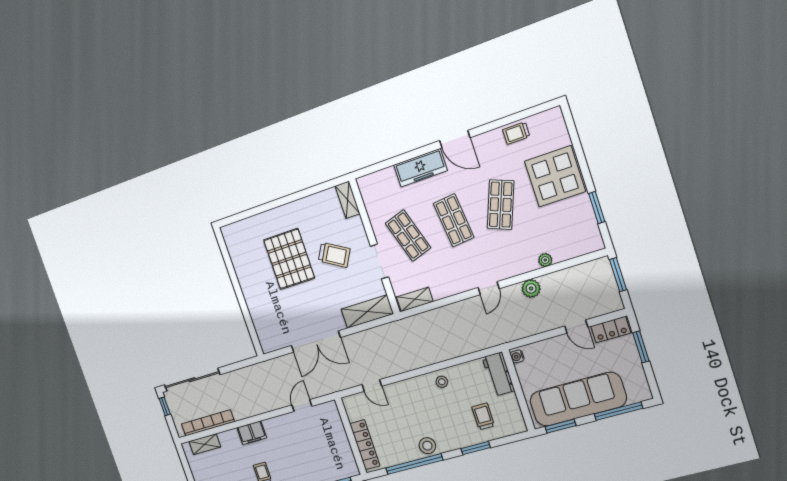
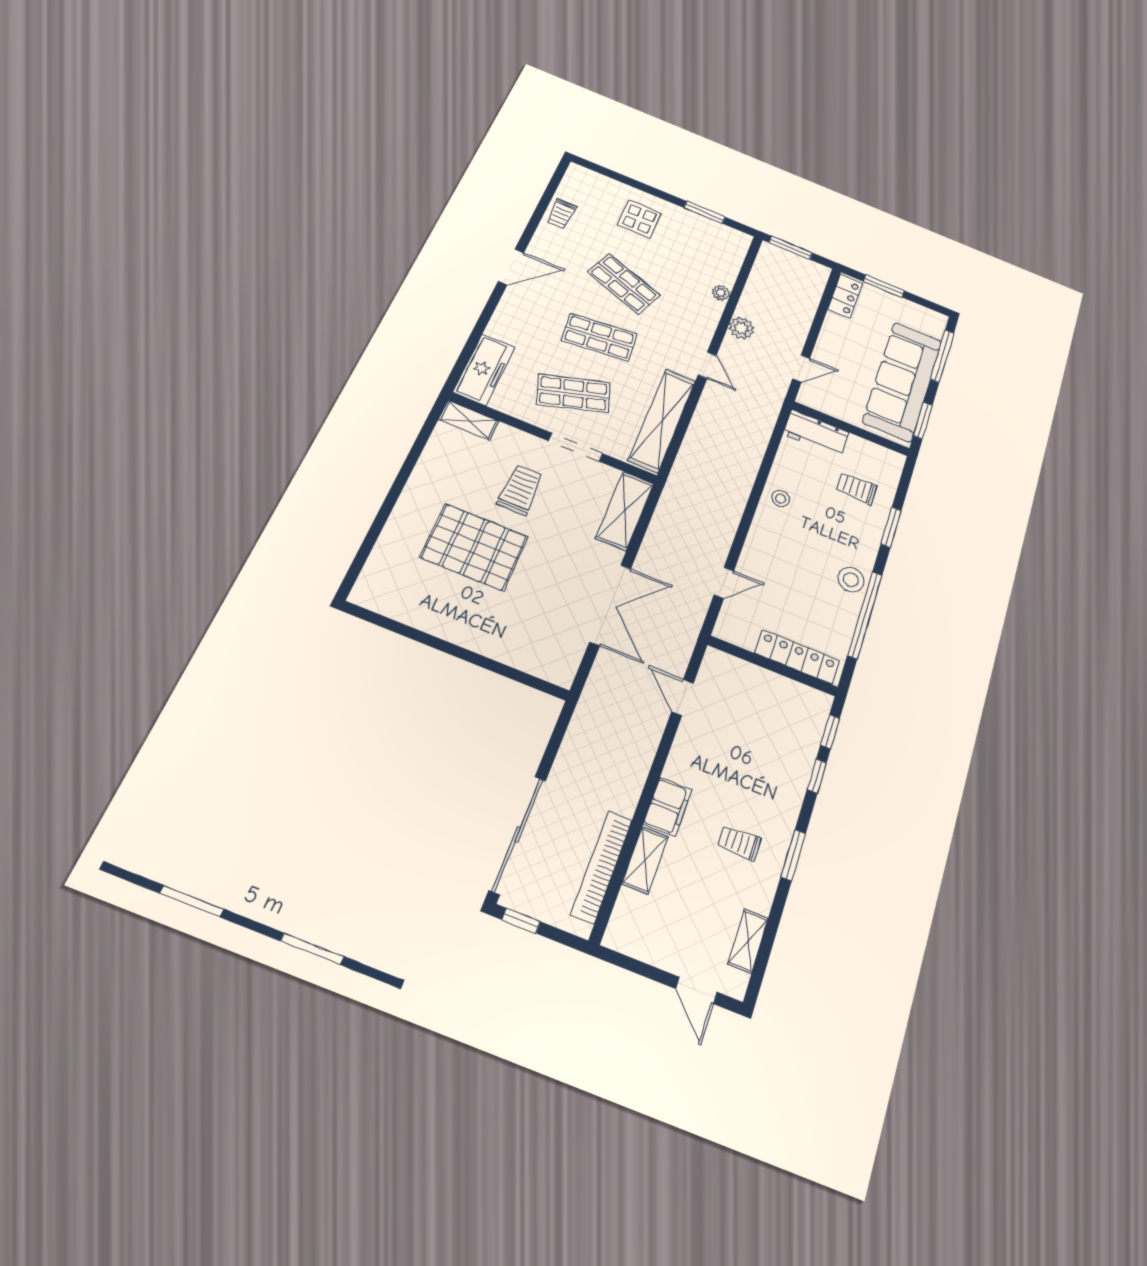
freezer: (421, 168) -> (484, 369), moved
display table: (555, 176) -> (639, 219), width x0.54, depth x0.54
trolley: (334, 255) -> (520, 490), turned -30
shelving: (415, 299) -> (662, 420), width x2.20, depth x1.33
door: (576, 327) -> (801, 369), moved
water cooler: (517, 356) -> (809, 399), removed
shelving: (205, 444) -> (645, 860), moved

